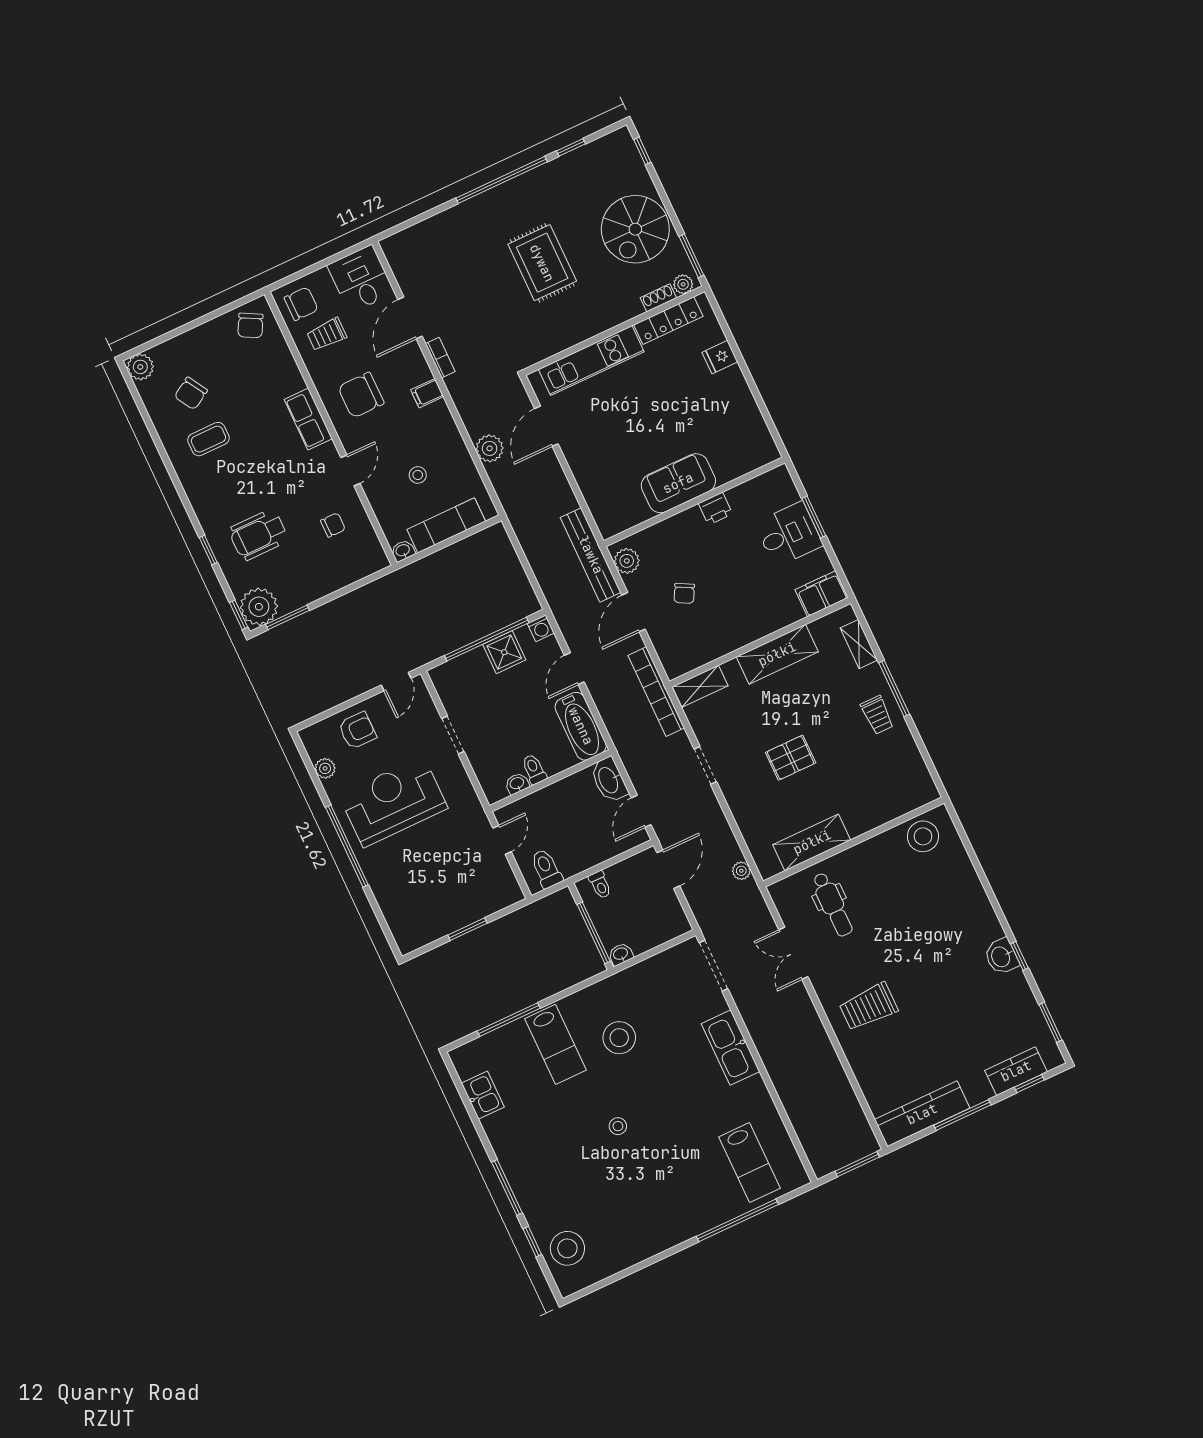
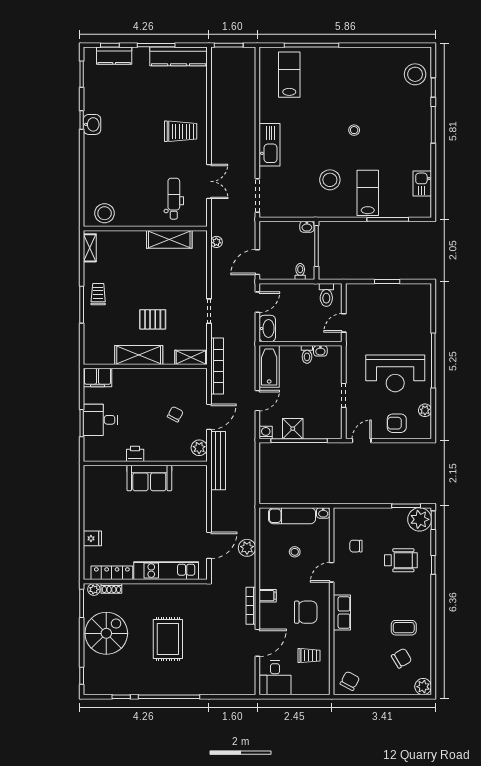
chair: (301, 304) -> (315, 680), removed
bookcase: (440, 358) -> (251, 606), width x1.56
shelving: (859, 644) -> (90, 248), moved
pallet: (791, 758) -> (153, 319), moved

